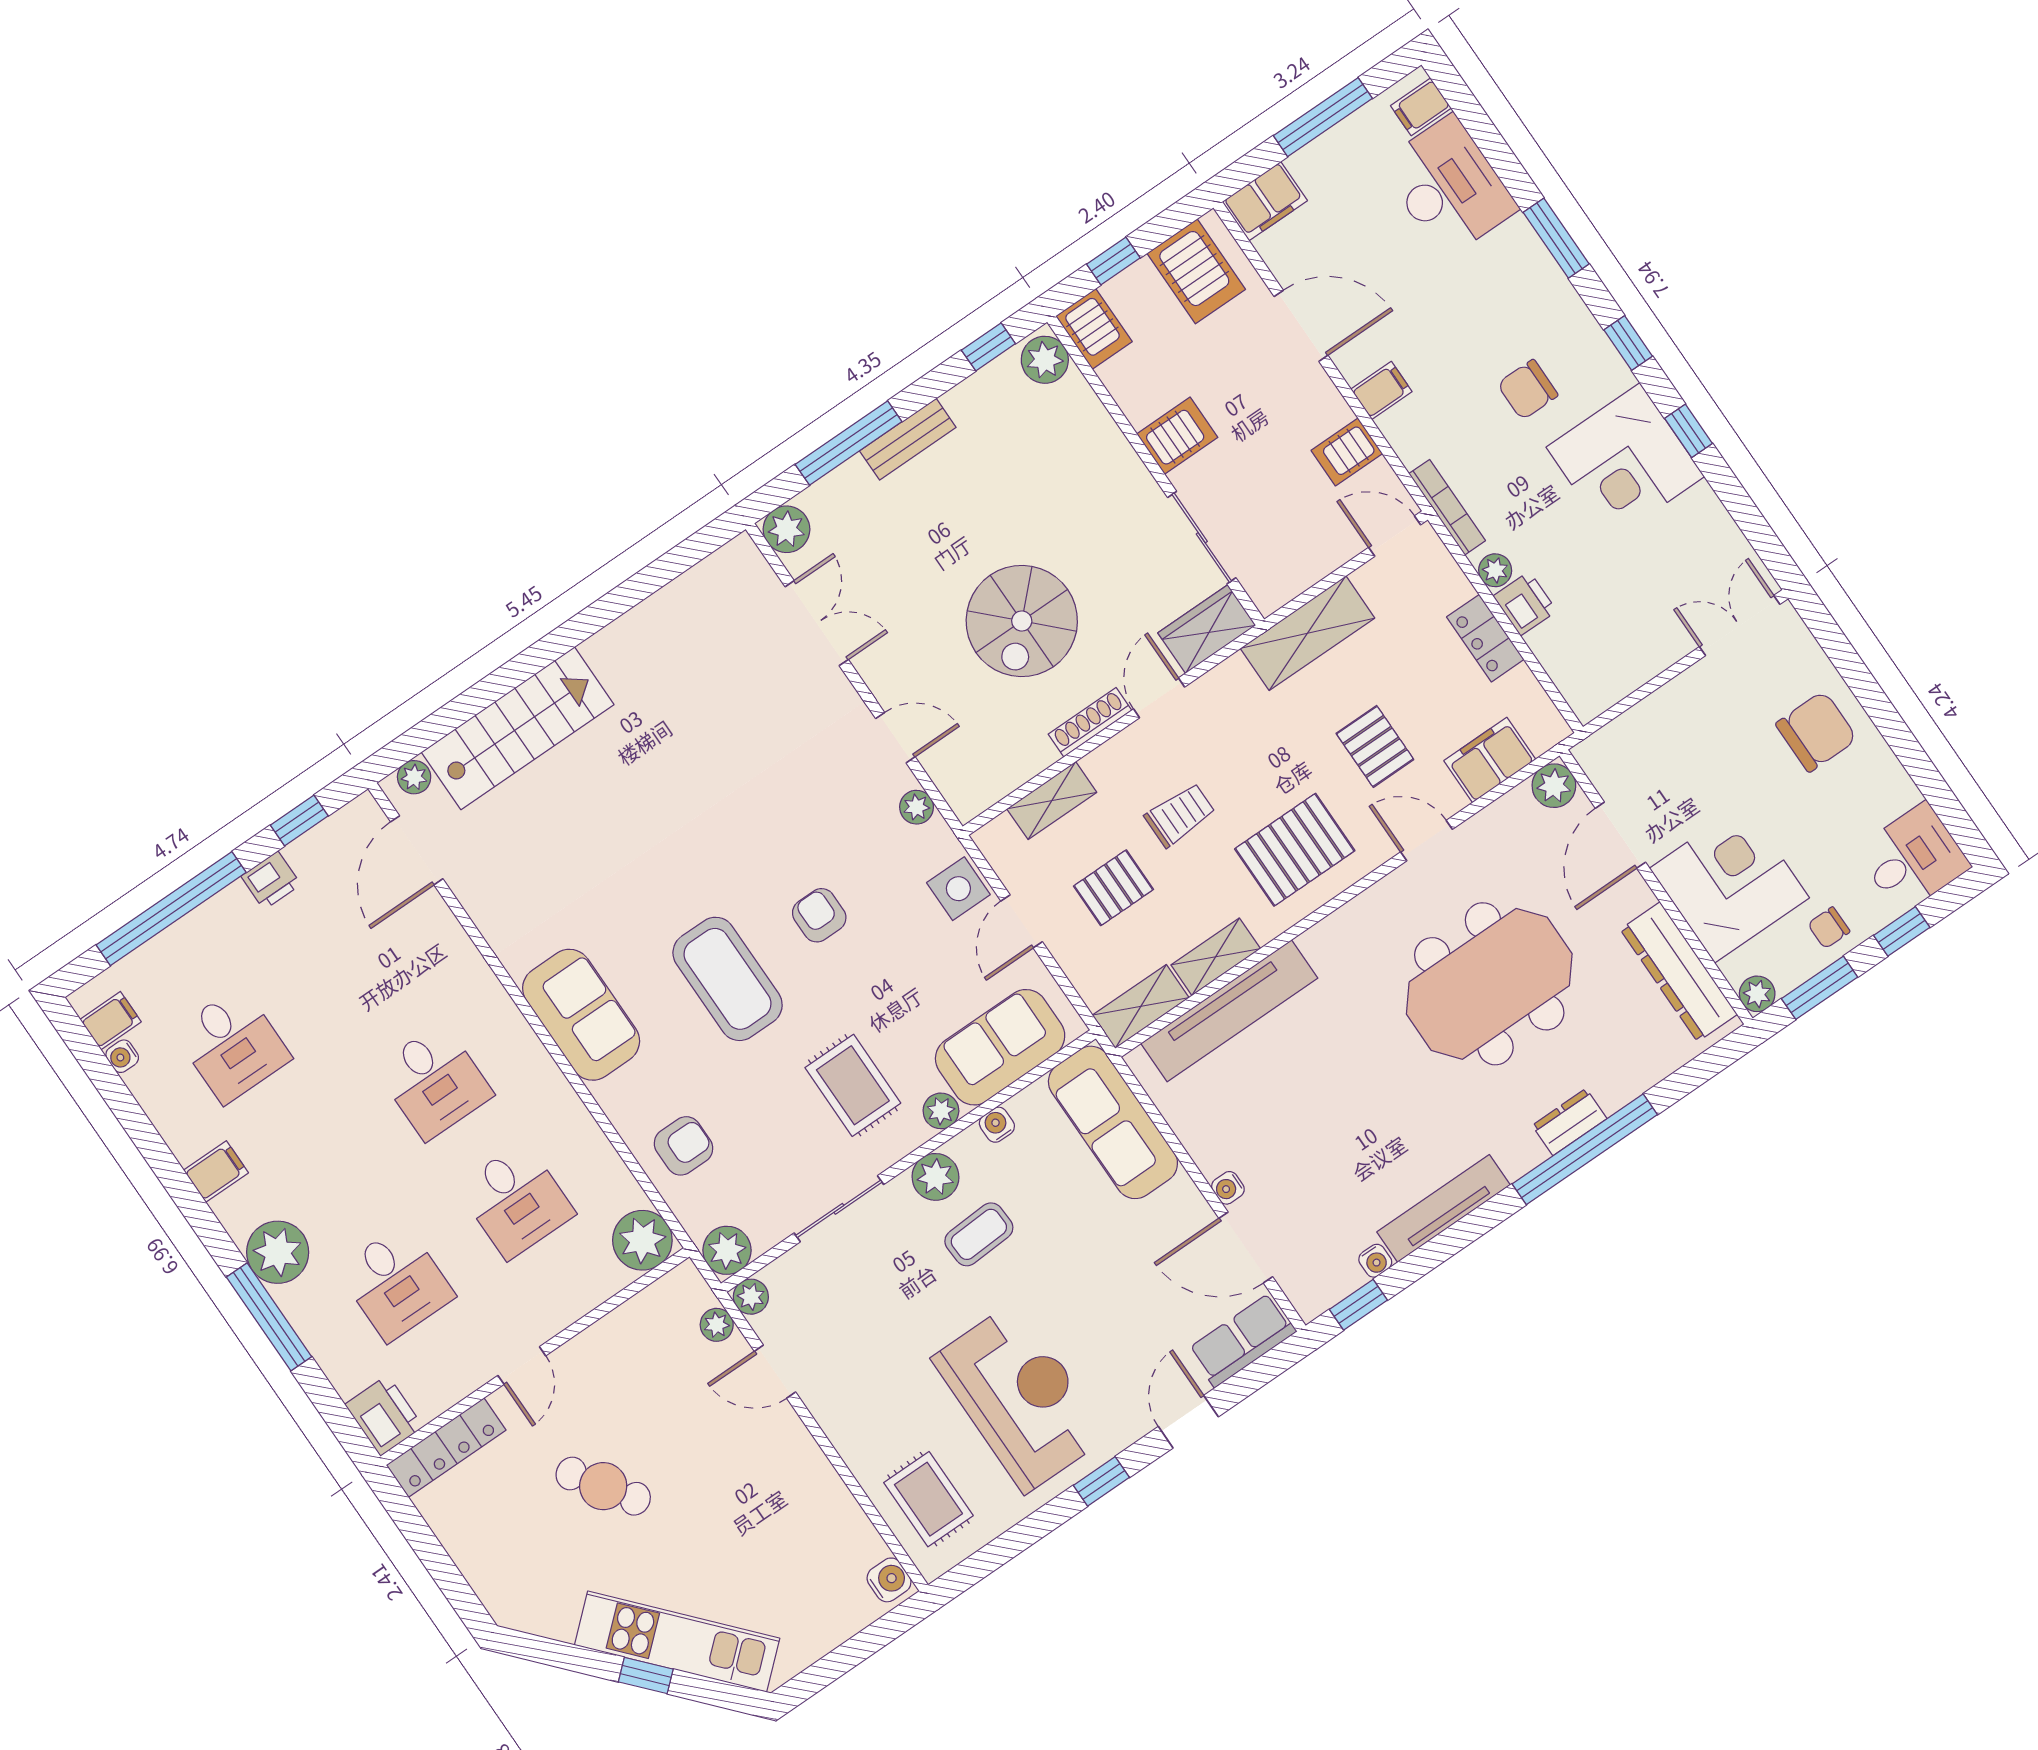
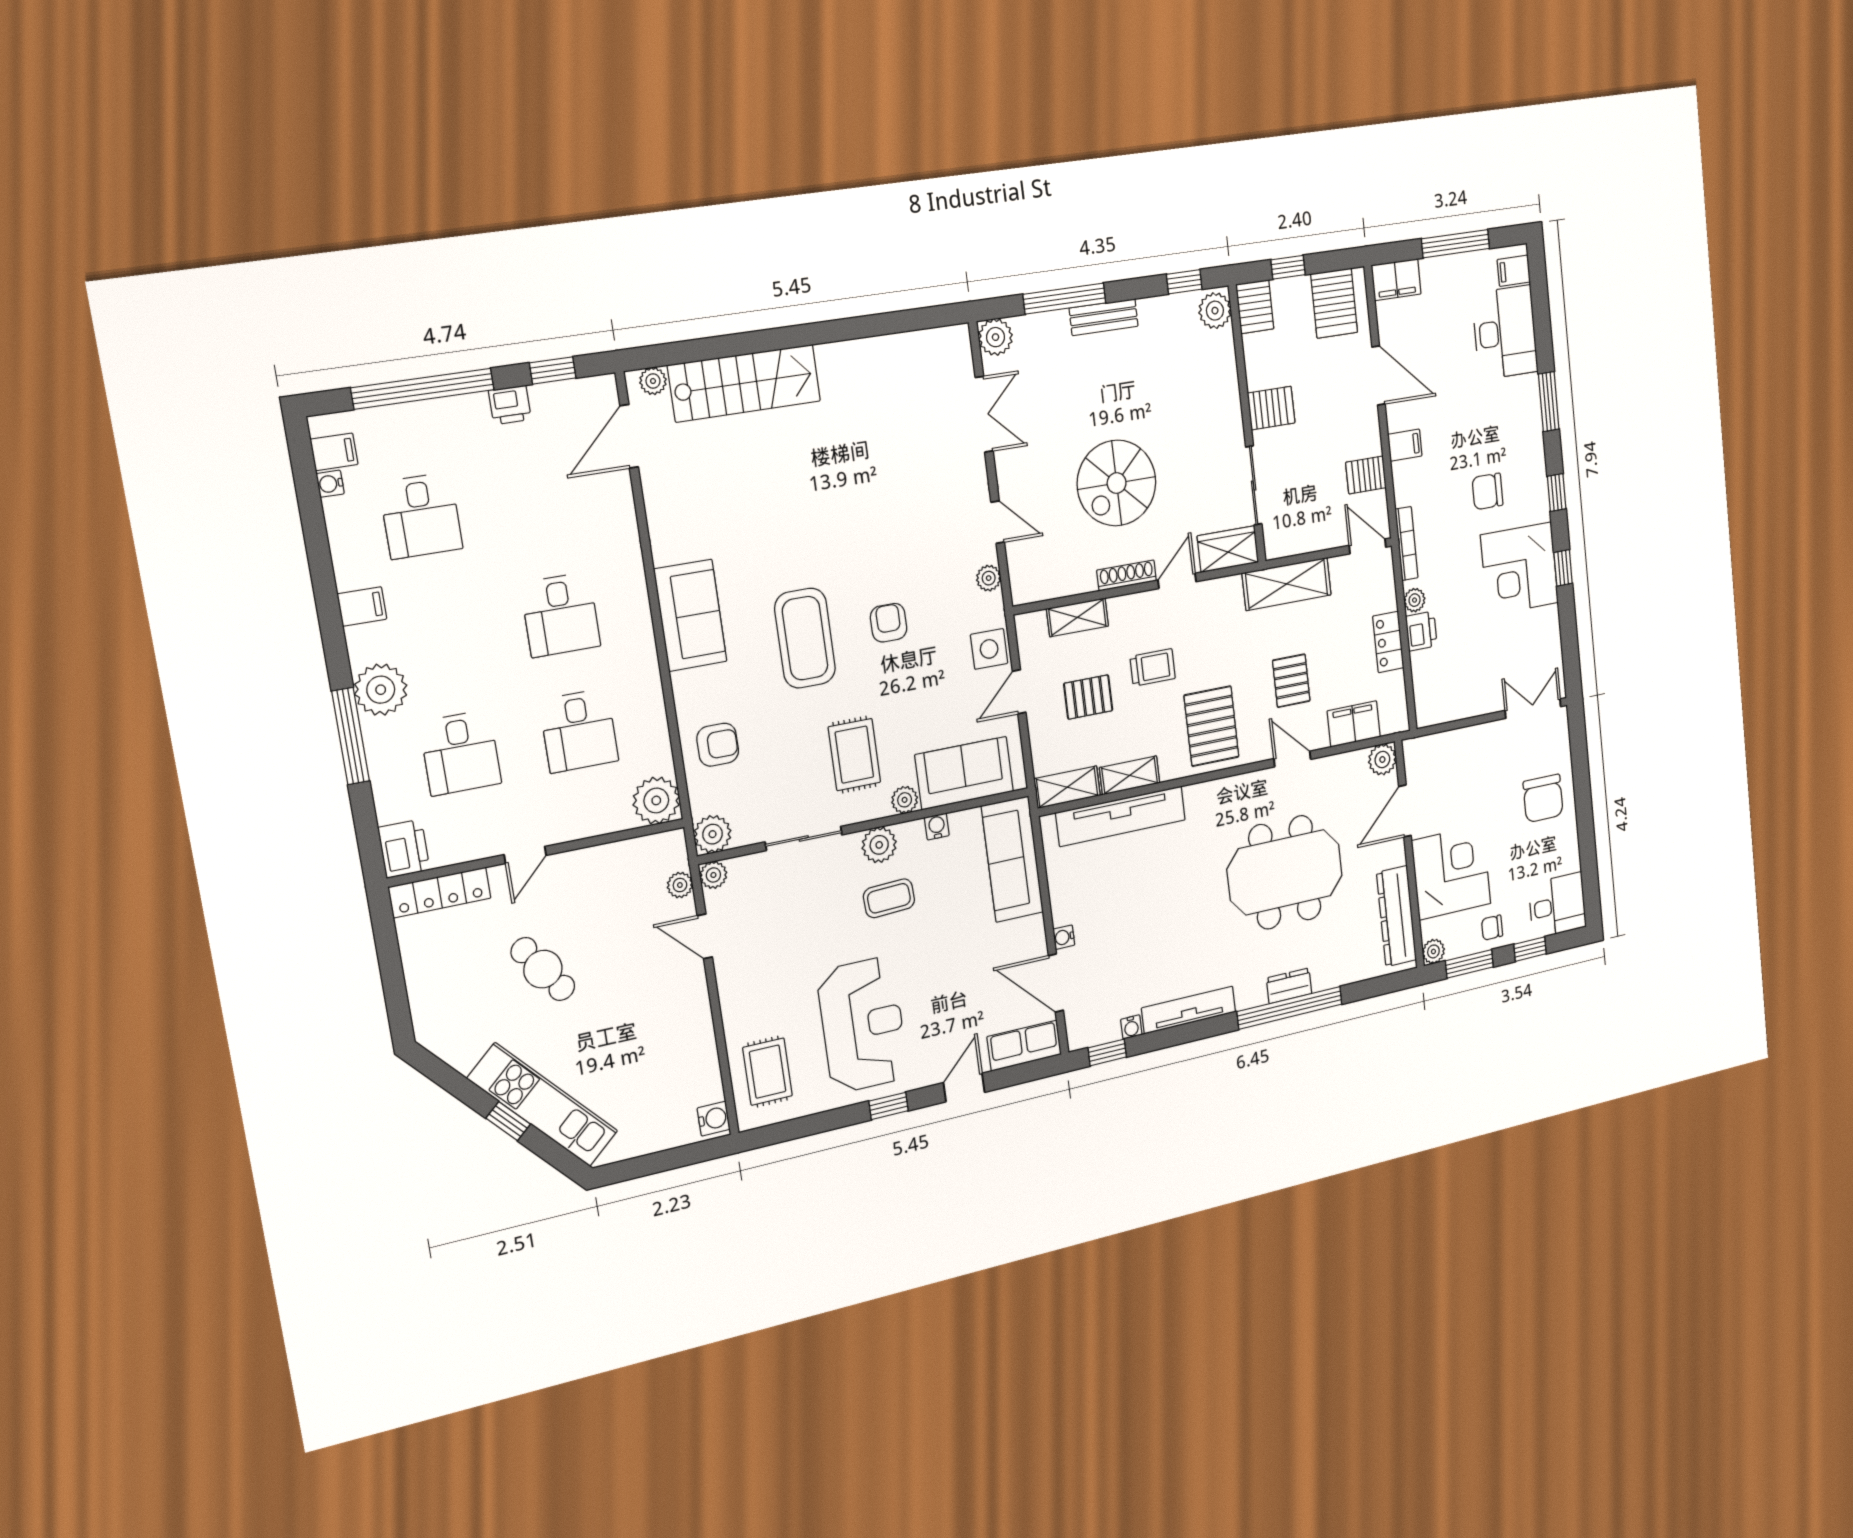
chair: (1816, 732) -> (1543, 798), turned 90
pallet: (1295, 850) -> (1211, 726), turned 90

